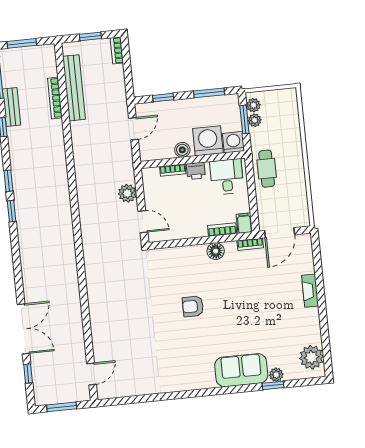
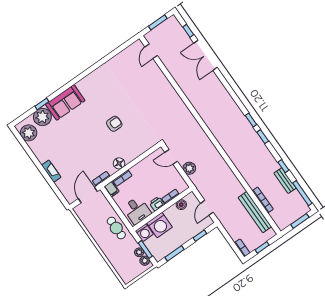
boiler: (182, 150) -> (181, 205), moved
plant: (276, 375) -> (42, 117), width x1.88, depth x1.88

